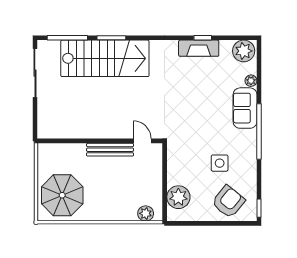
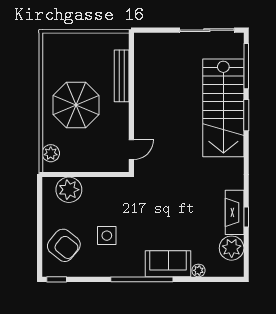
plant: (244, 51) -> (232, 248), moved
bench: (110, 150) -> (122, 76), moved
parasol: (62, 195) -> (76, 105), moved

